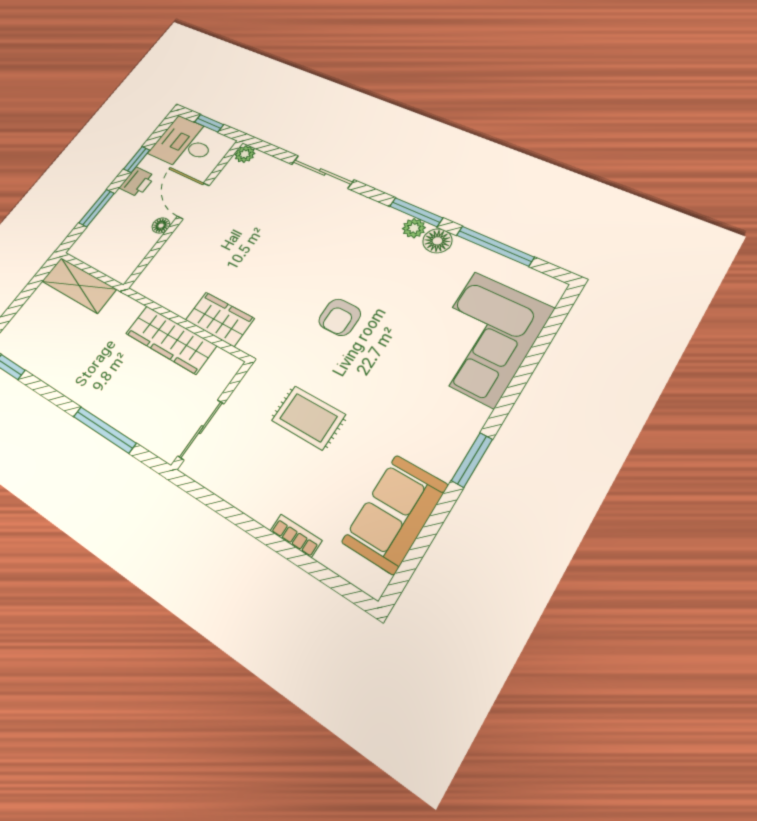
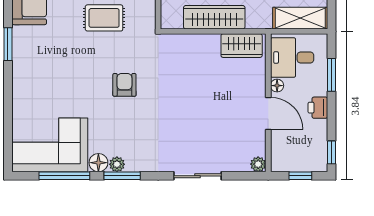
desk: (185, 144) -> (292, 58), moved, turned 180
window: (137, 160) -> (332, 152), moved
wardrobe: (220, 319) -> (242, 46), moved
corner sofa: (484, 338) -> (50, 145), moved, turned -90

